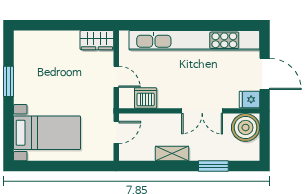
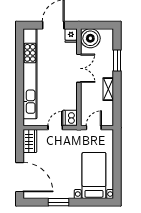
door: (45, 25) -> (20, 177), added
dishwasher: (146, 98) -> (70, 118), moved
door: (116, 132) -> (94, 128), hinge flipped

